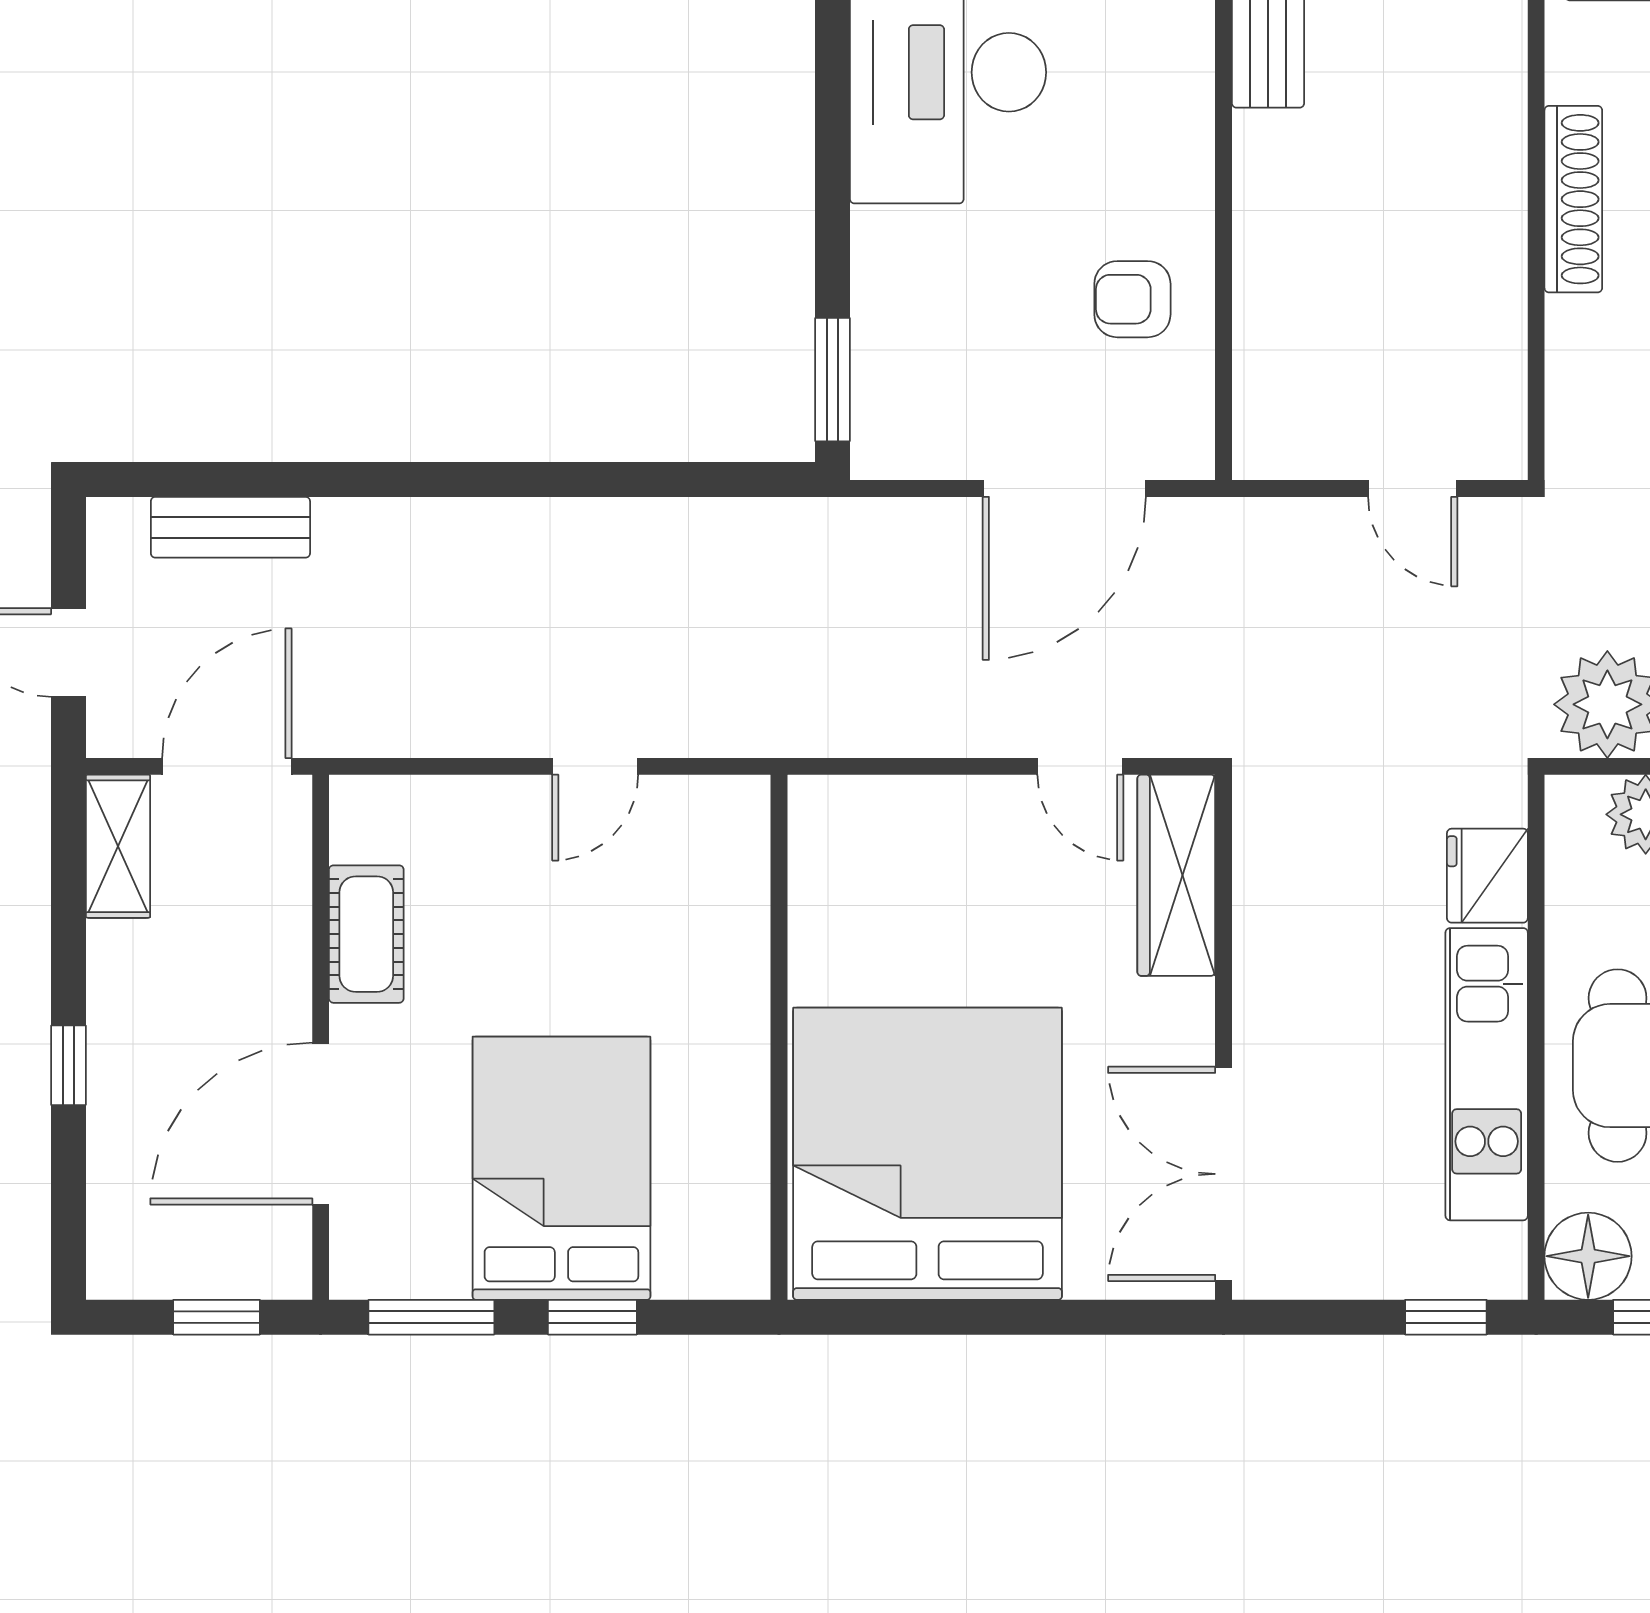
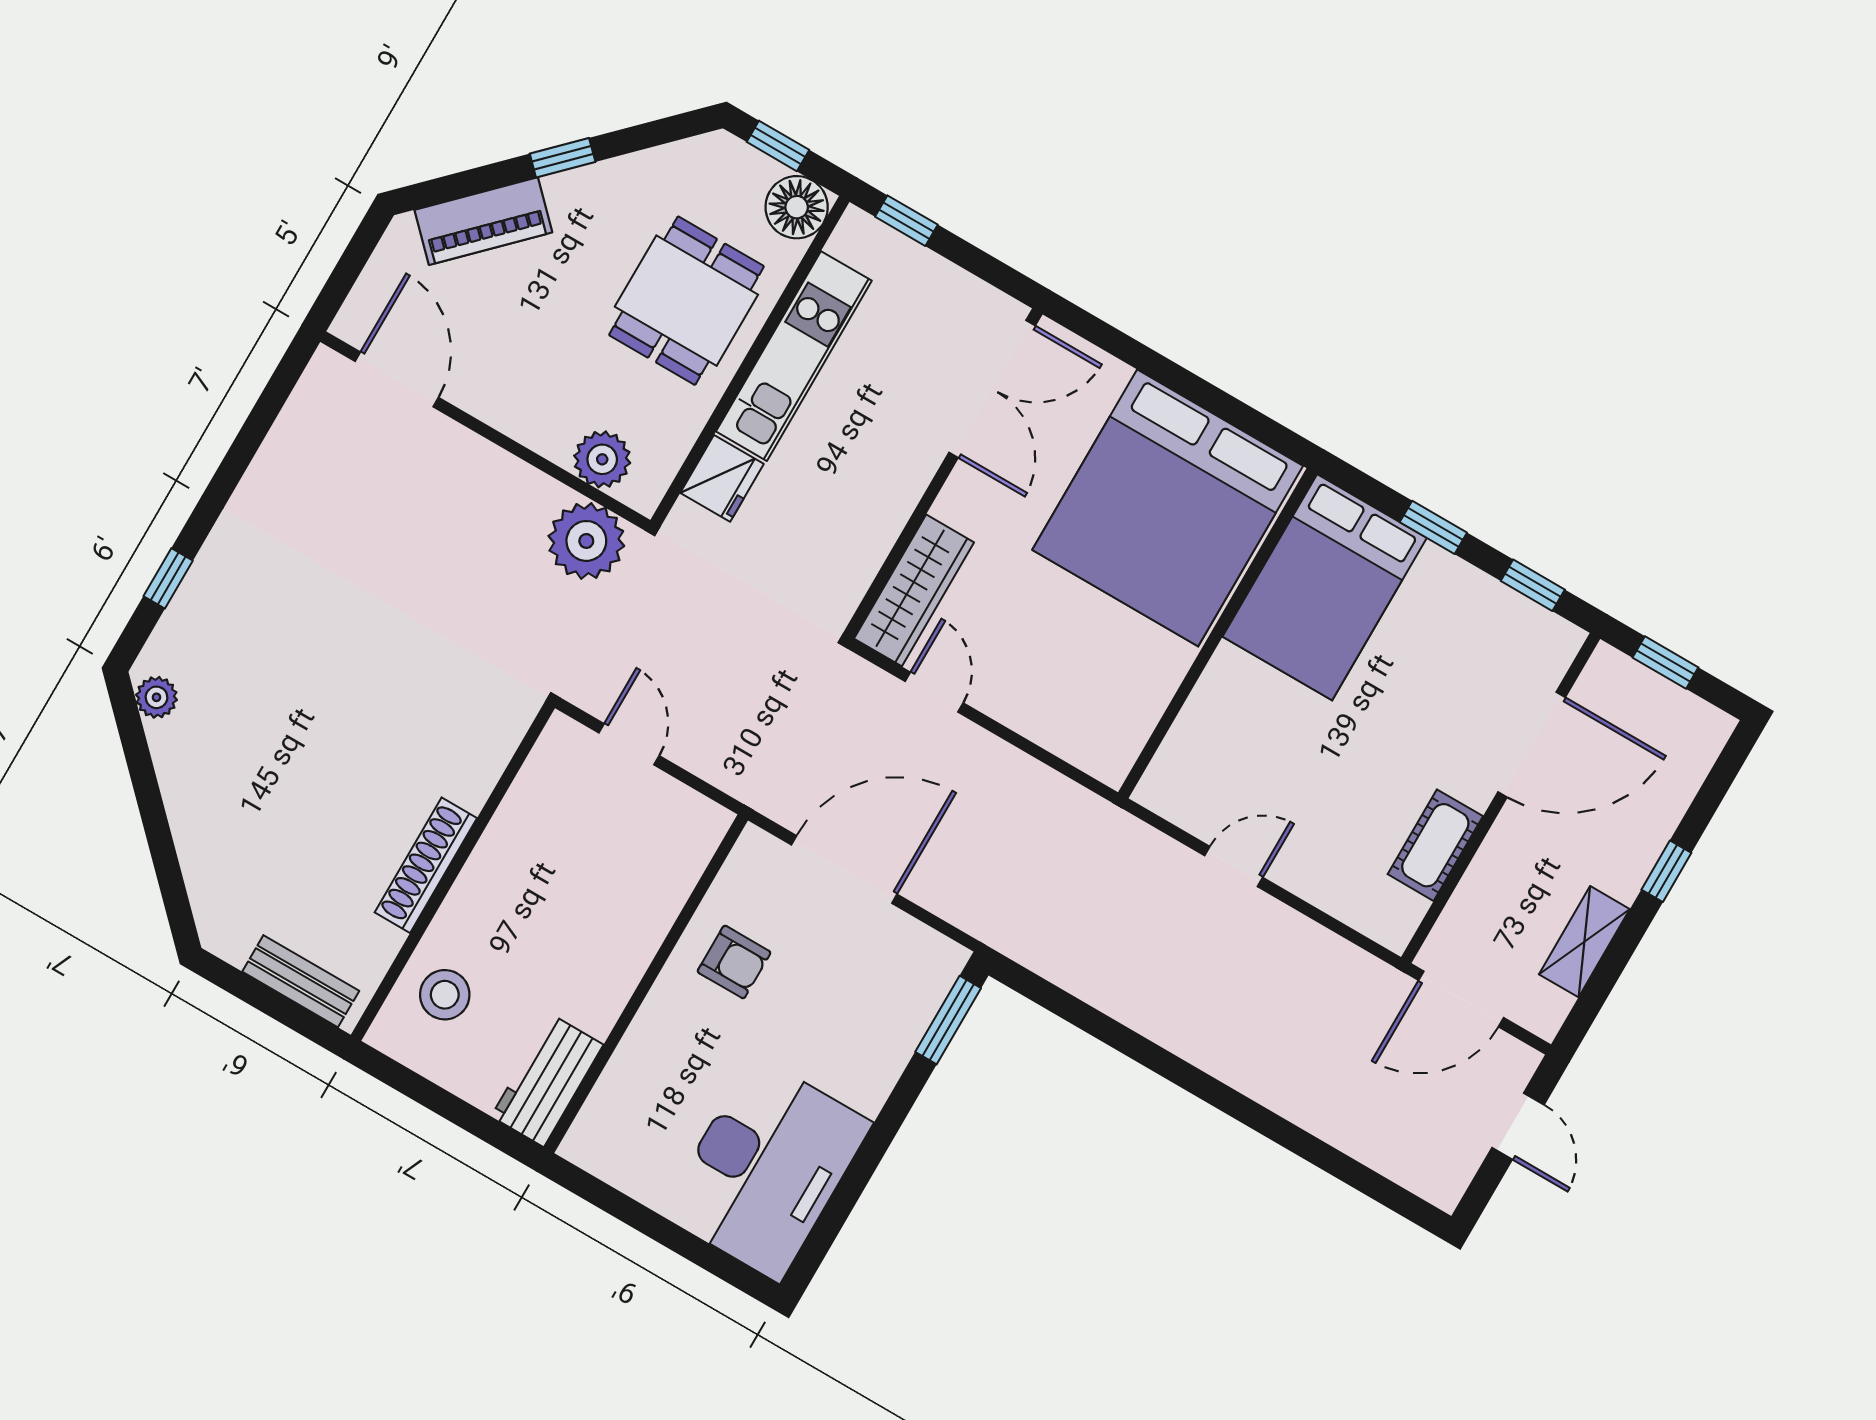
stool: (1459, 56) -> (445, 995), added
bench: (230, 527) -> (1373, 1145), removed
shelving: (118, 846) -> (1584, 942), moved
bed: (561, 1168) -> (1325, 587), moved
window: (431, 1317) -> (1533, 585), width x0.67

